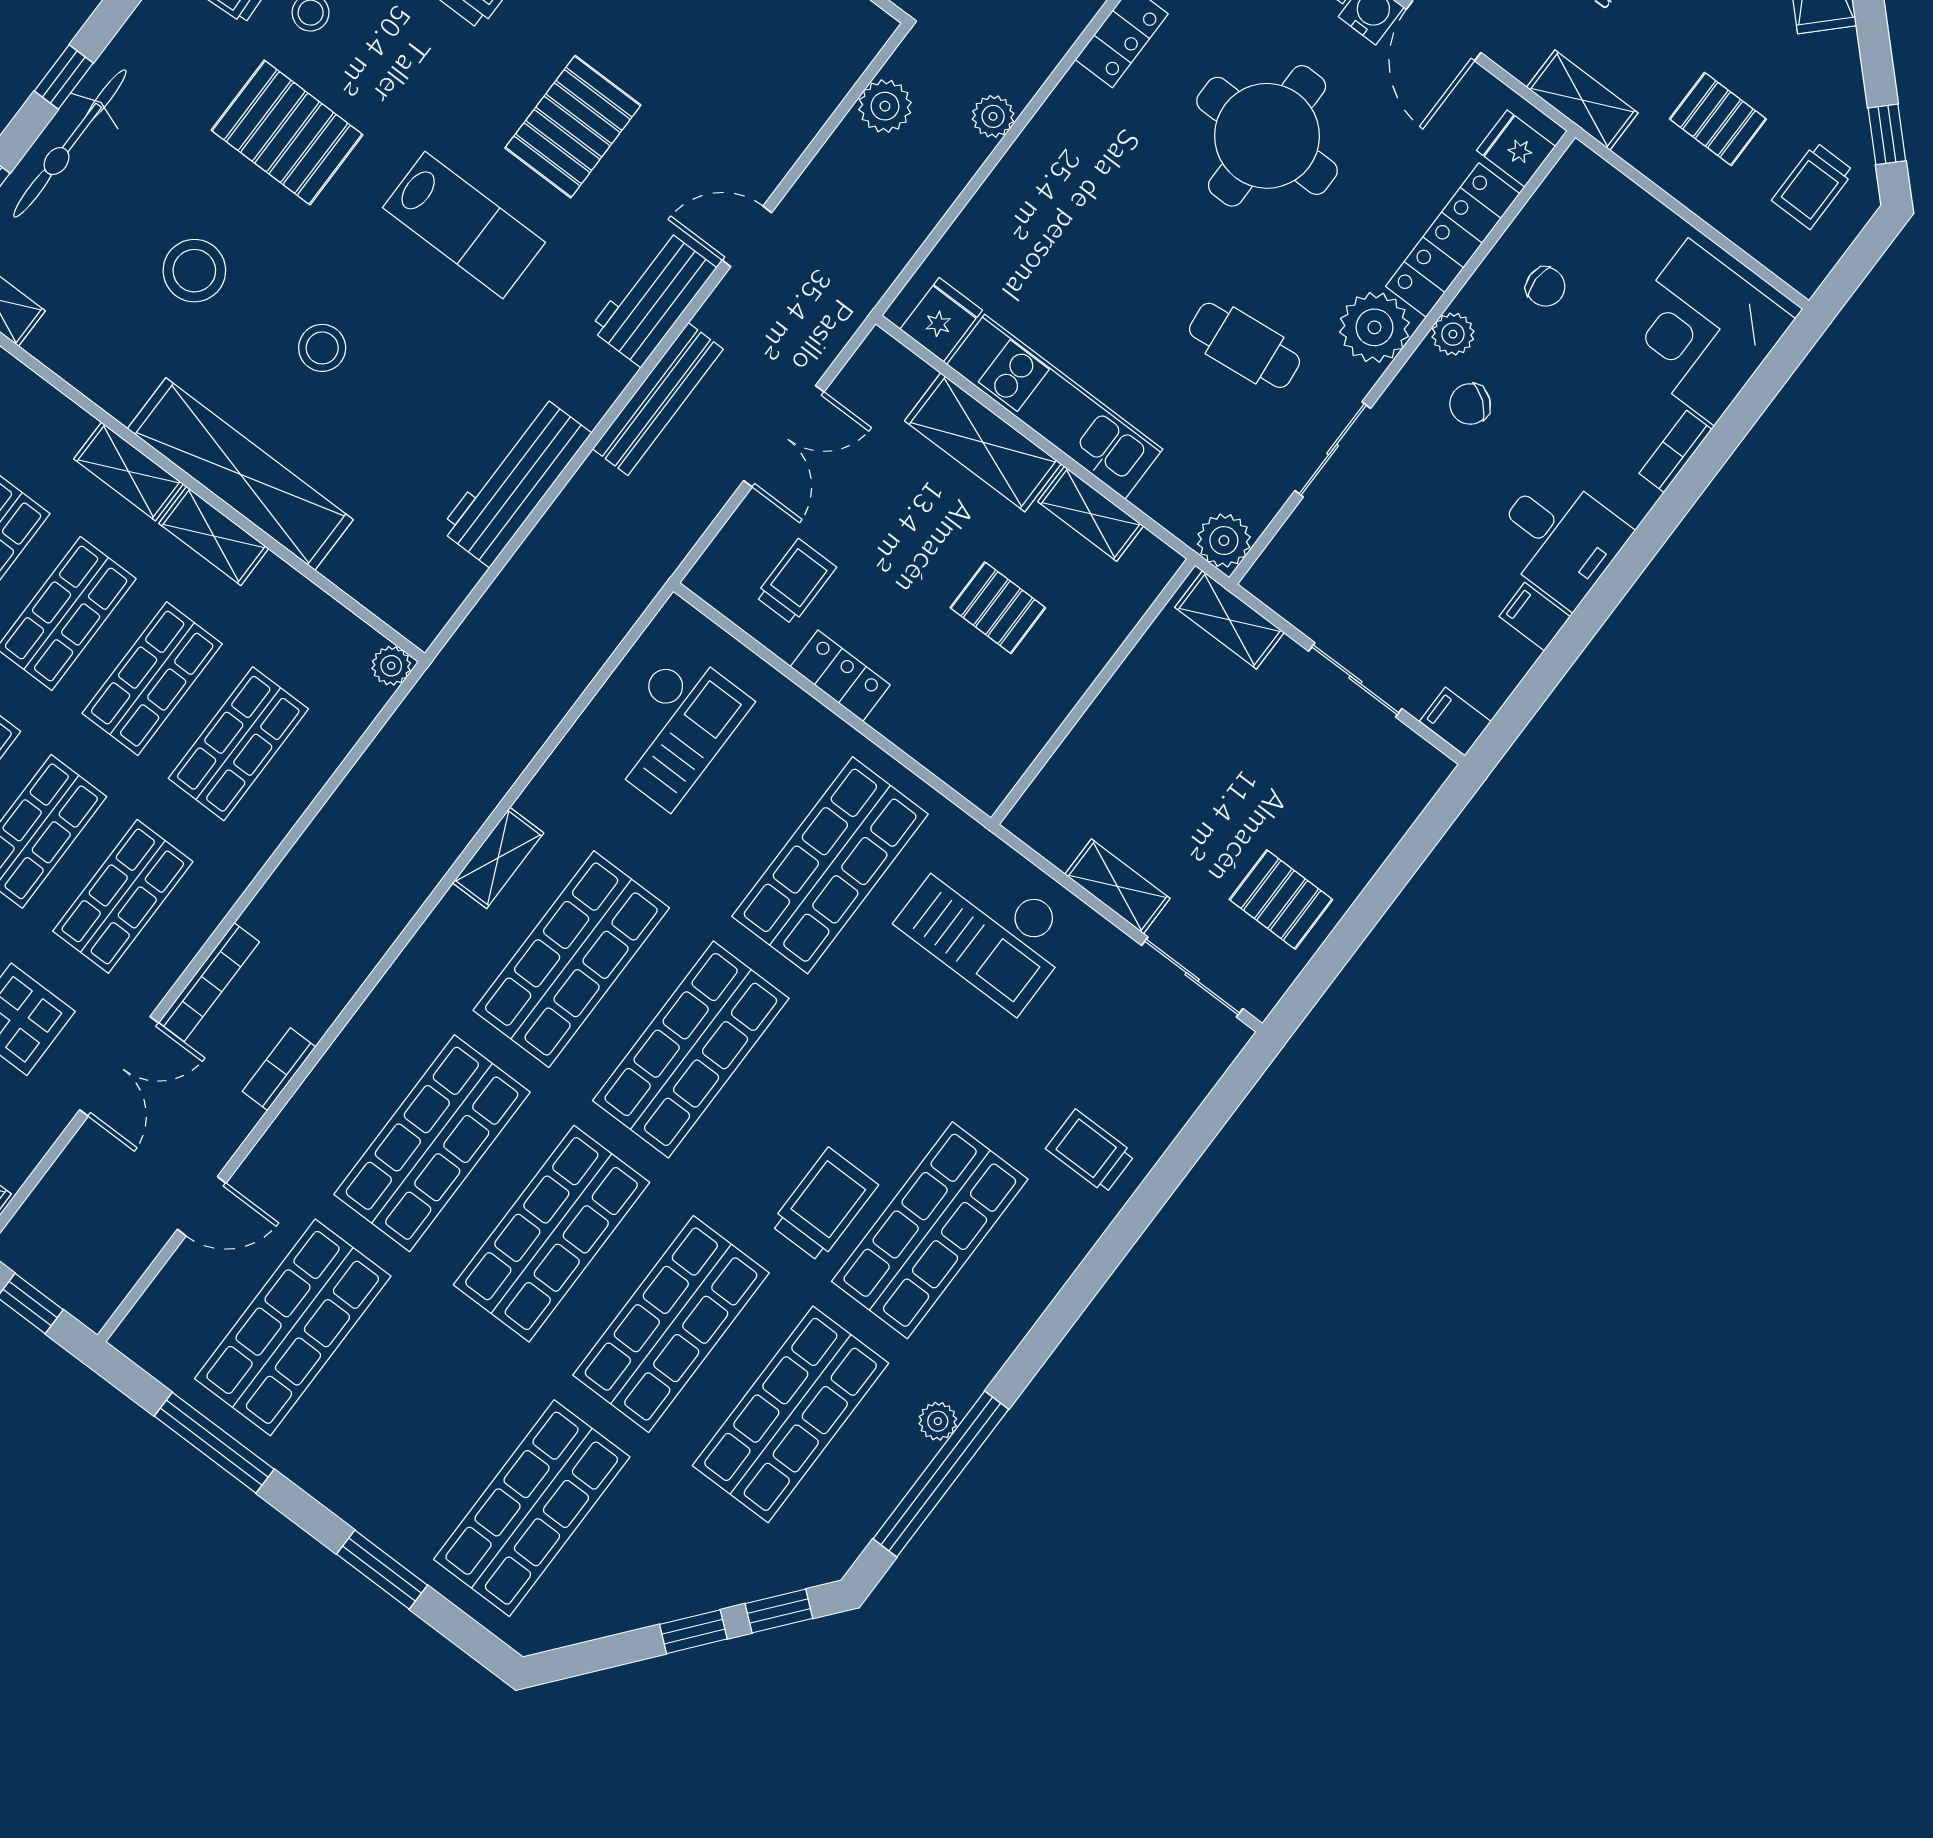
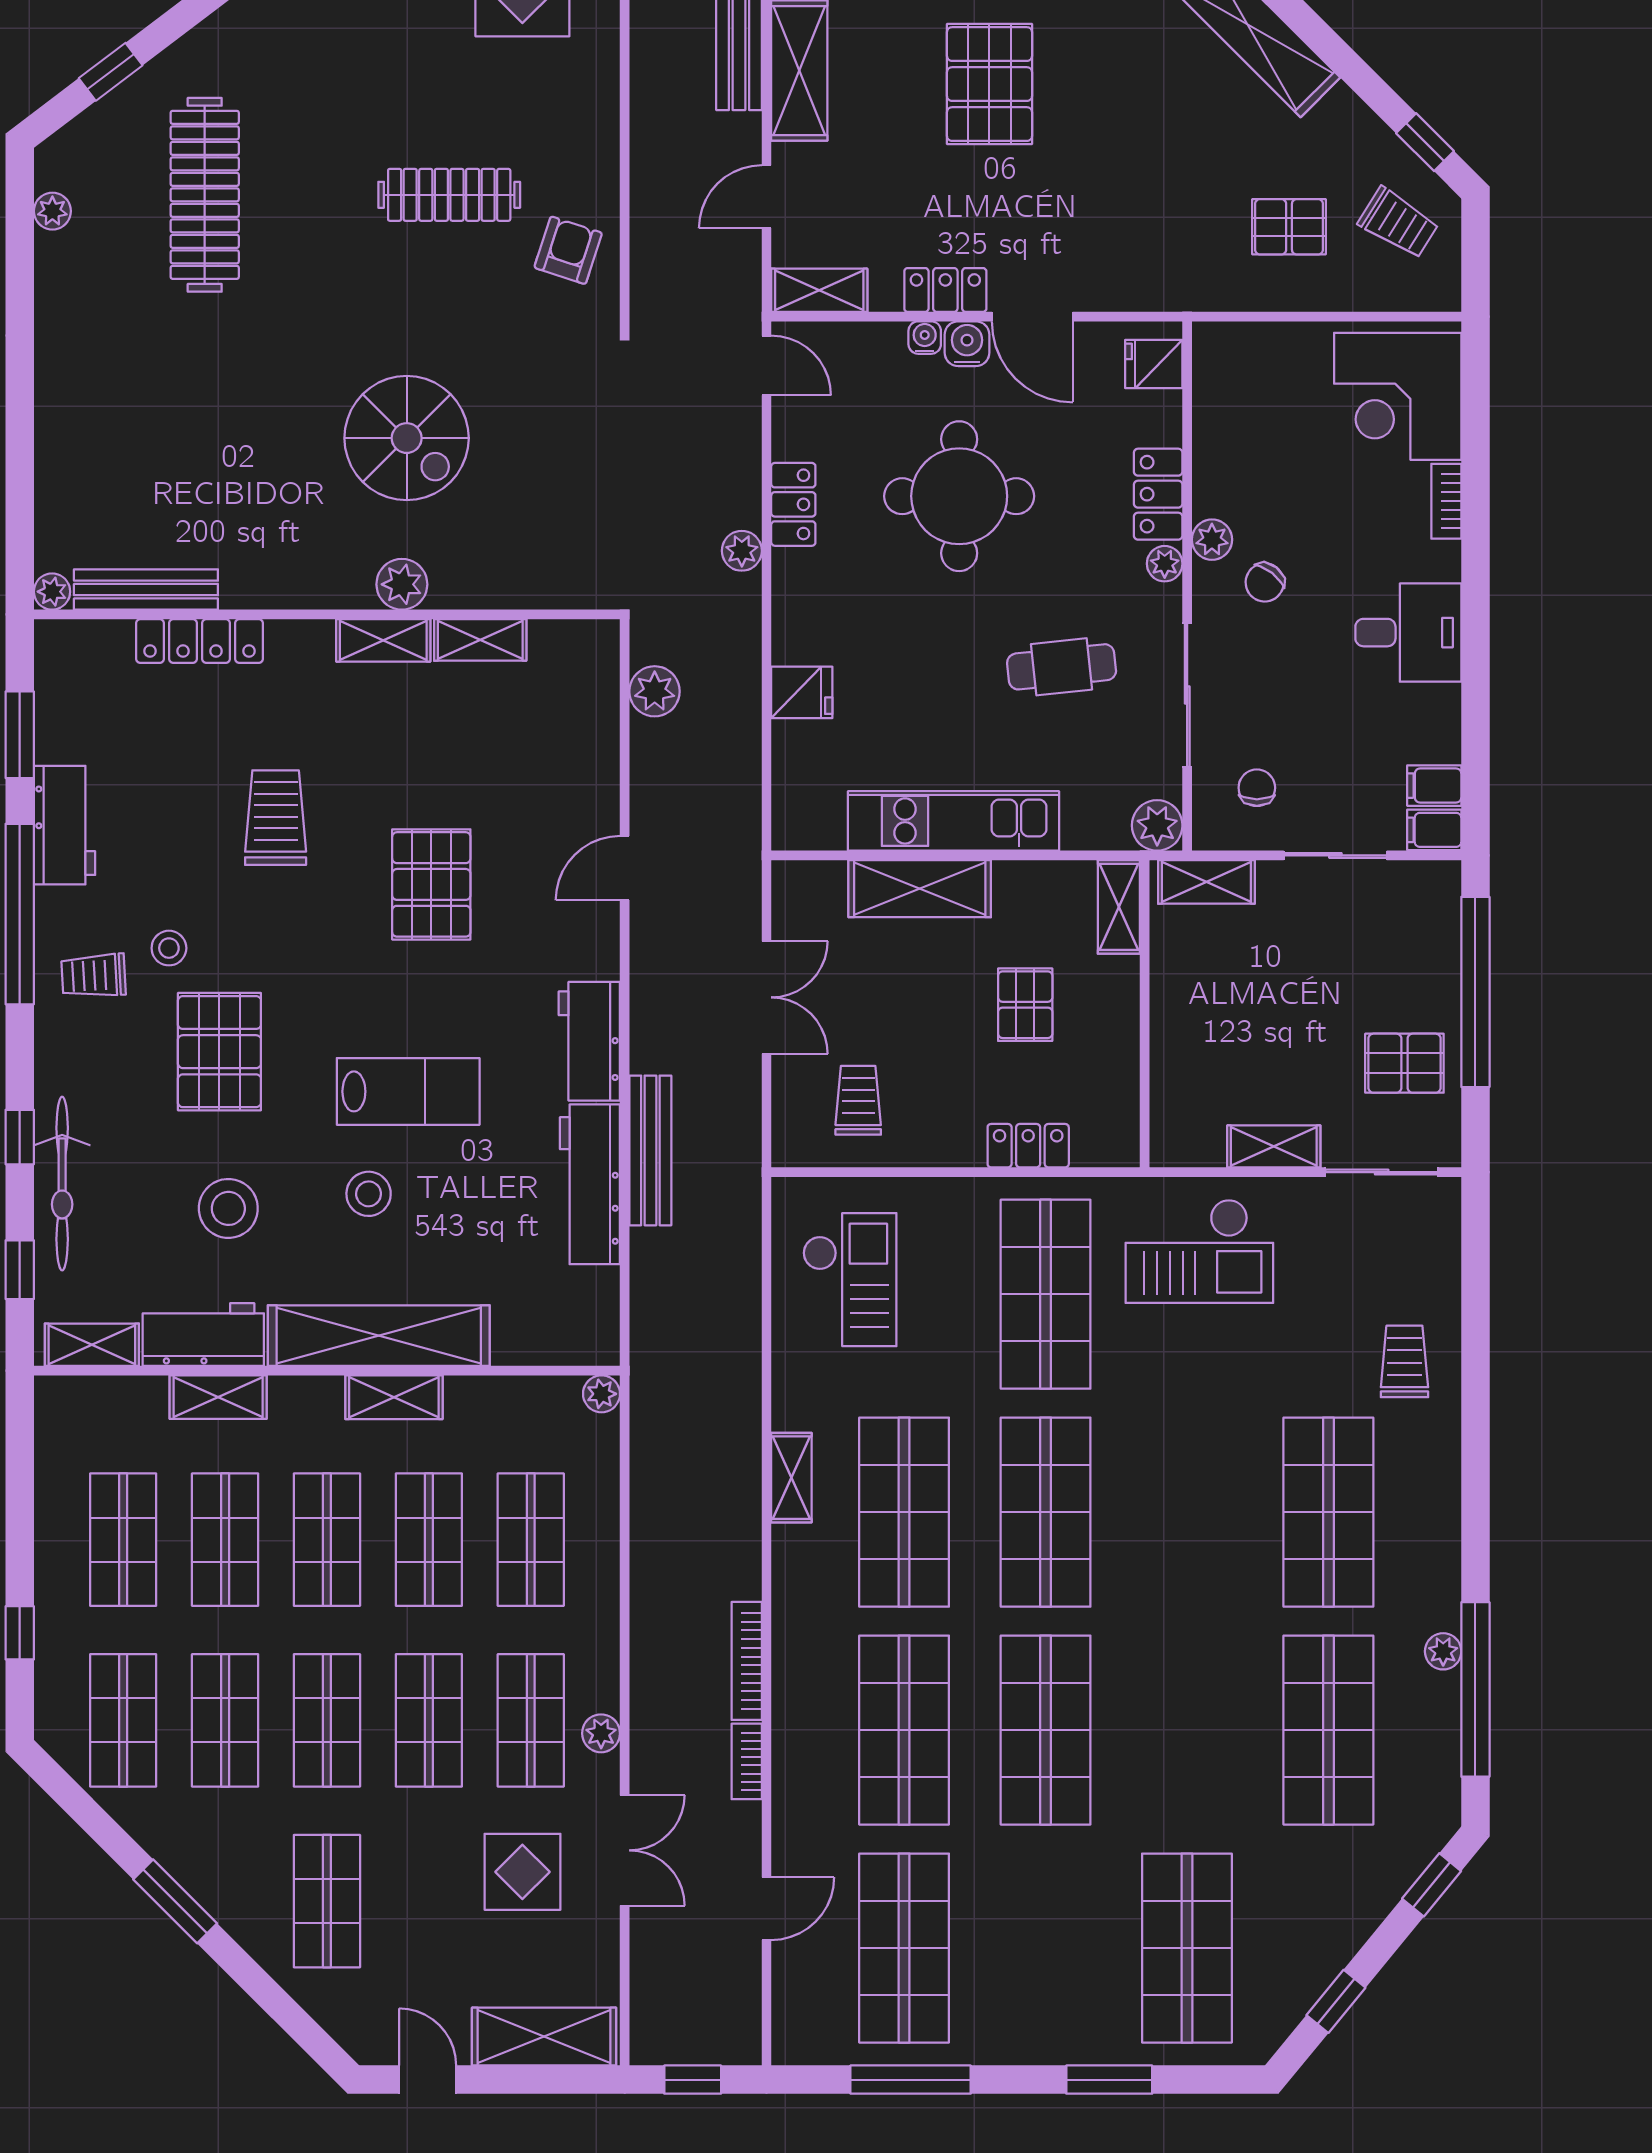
shelving: (1582, 100) -> (1176, 290), removed
plant: (993, 116) -> (742, 551), moved
pallet: (287, 132) -> (219, 1052), turned 90
trolley: (1813, 186) -> (1398, 223), turned -58
lab bench: (464, 225) -> (408, 1091), moved
locker: (1453, 240) -> (1158, 494), width x0.66
chair: (1545, 287) -> (1257, 788), moved, turned -90
workbench: (653, 298) -> (589, 1041), moved
fridge: (941, 320) -> (802, 692), moved, turned 90
plant: (1374, 327) -> (1165, 564), width x0.53, depth x0.53
workbench: (93, 361) -> (203, 1335), added
bench: (658, 399) -> (650, 1150), moved
sliding door: (1333, 449) -> (1187, 695), width x1.37
shelving: (129, 471) -> (218, 1397), moved
shelving: (1091, 514) -> (1119, 907), moved, turned 90
pallet: (998, 608) -> (1025, 1005), turned 90
filing cabinet: (1535, 616) -> (1434, 786), moved
locker: (840, 676) -> (1028, 1146), moved
window: (1387, 885) -> (1475, 992), added
plant: (174, 952) -> (601, 1733), added
bookcase: (209, 982) -> (747, 1661), moved, turned 180
trolley: (1090, 1152) -> (1404, 1361), turned 90
trolley: (824, 1205) -> (1234, 1553), removed
shop shelf: (671, 1324) -> (1187, 1730), removed
window: (693, 1632) -> (1336, 2001), moved

